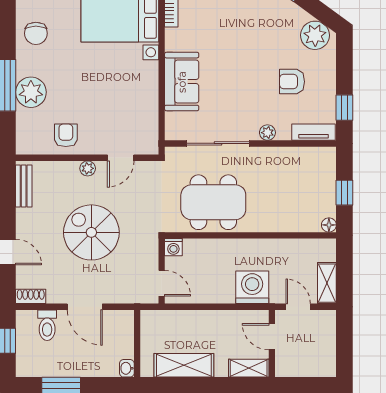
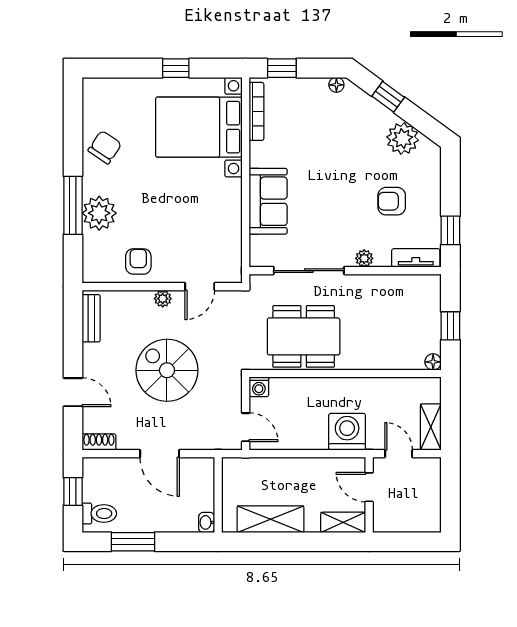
chair: (36, 33) -> (105, 147), turned -146
plant: (315, 35) -> (403, 139), moved
toilet: (47, 325) -> (99, 513), moved, turned -90

